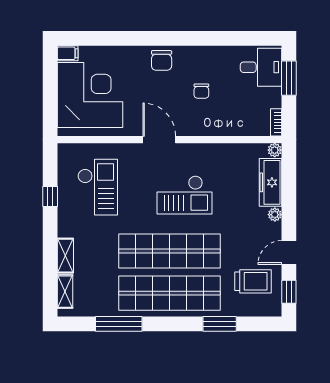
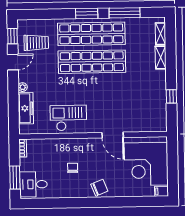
chair: (162, 60) -> (99, 188), turned 68
door: (159, 140) -> (113, 135), moved
plant: (275, 150) -> (23, 130), removed
checkout: (98, 187) -> (140, 103), removed
checkout: (185, 195) -> (68, 118), moved
trolley: (253, 281) -> (36, 43), turned 180
window: (220, 324) -> (87, 14), moved

